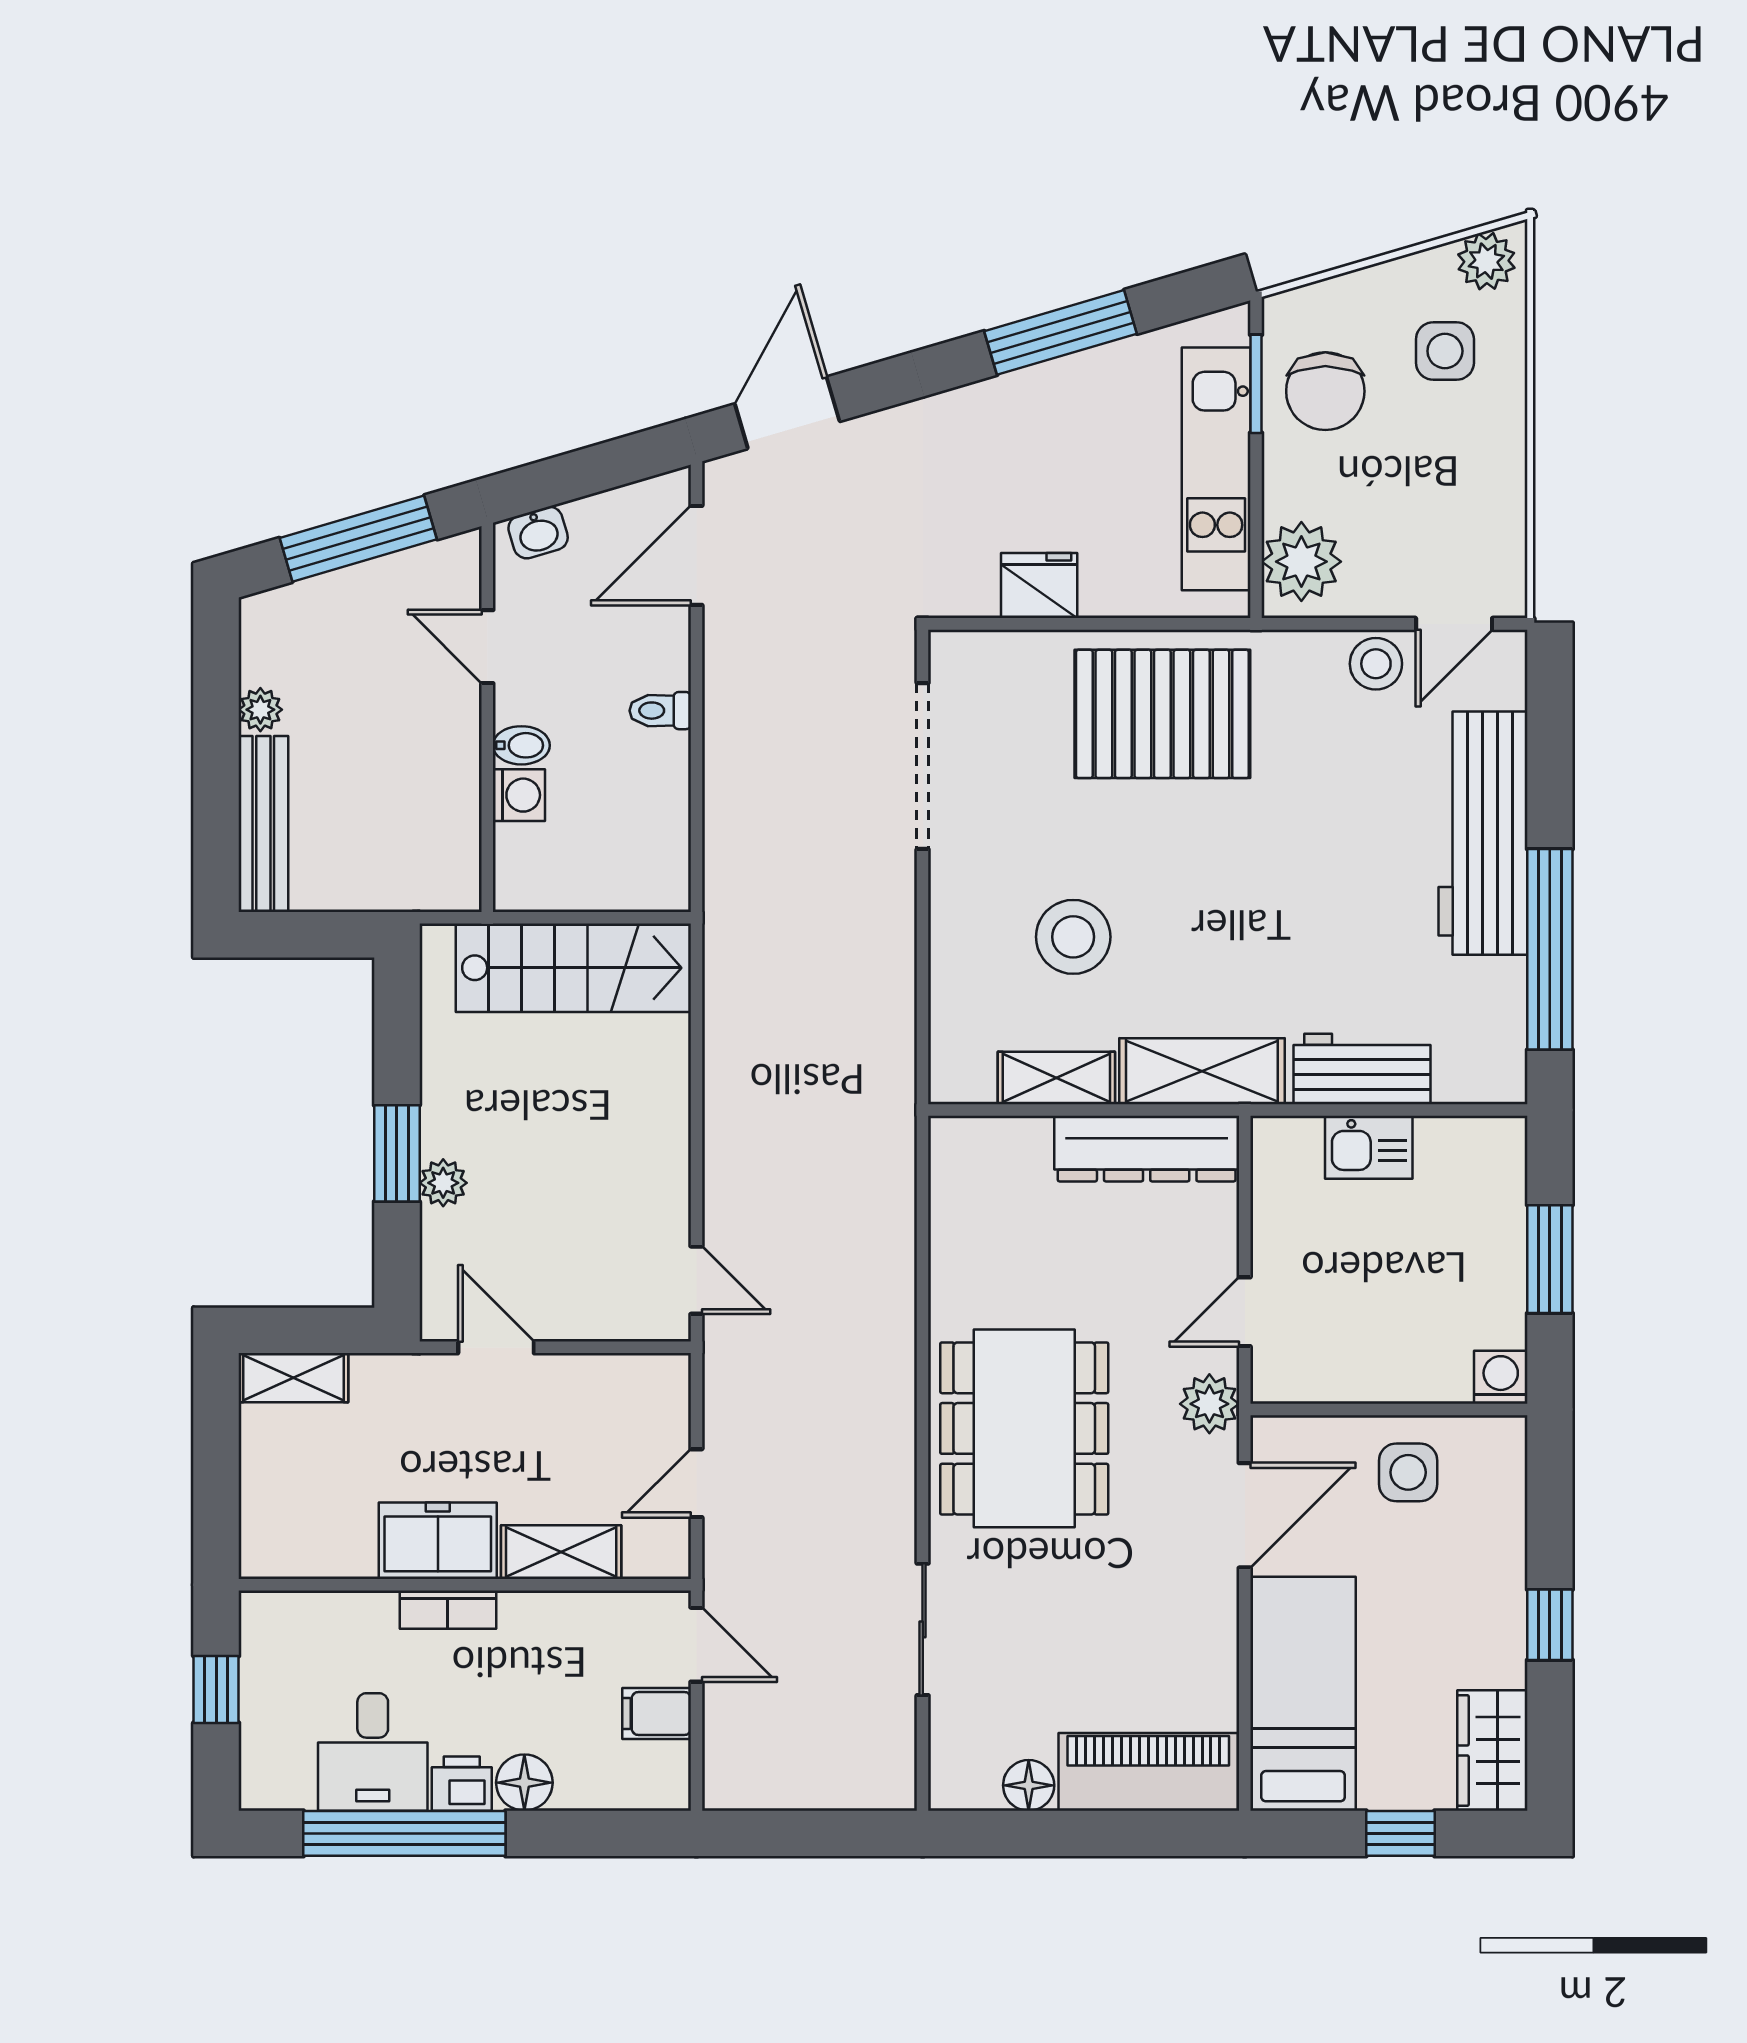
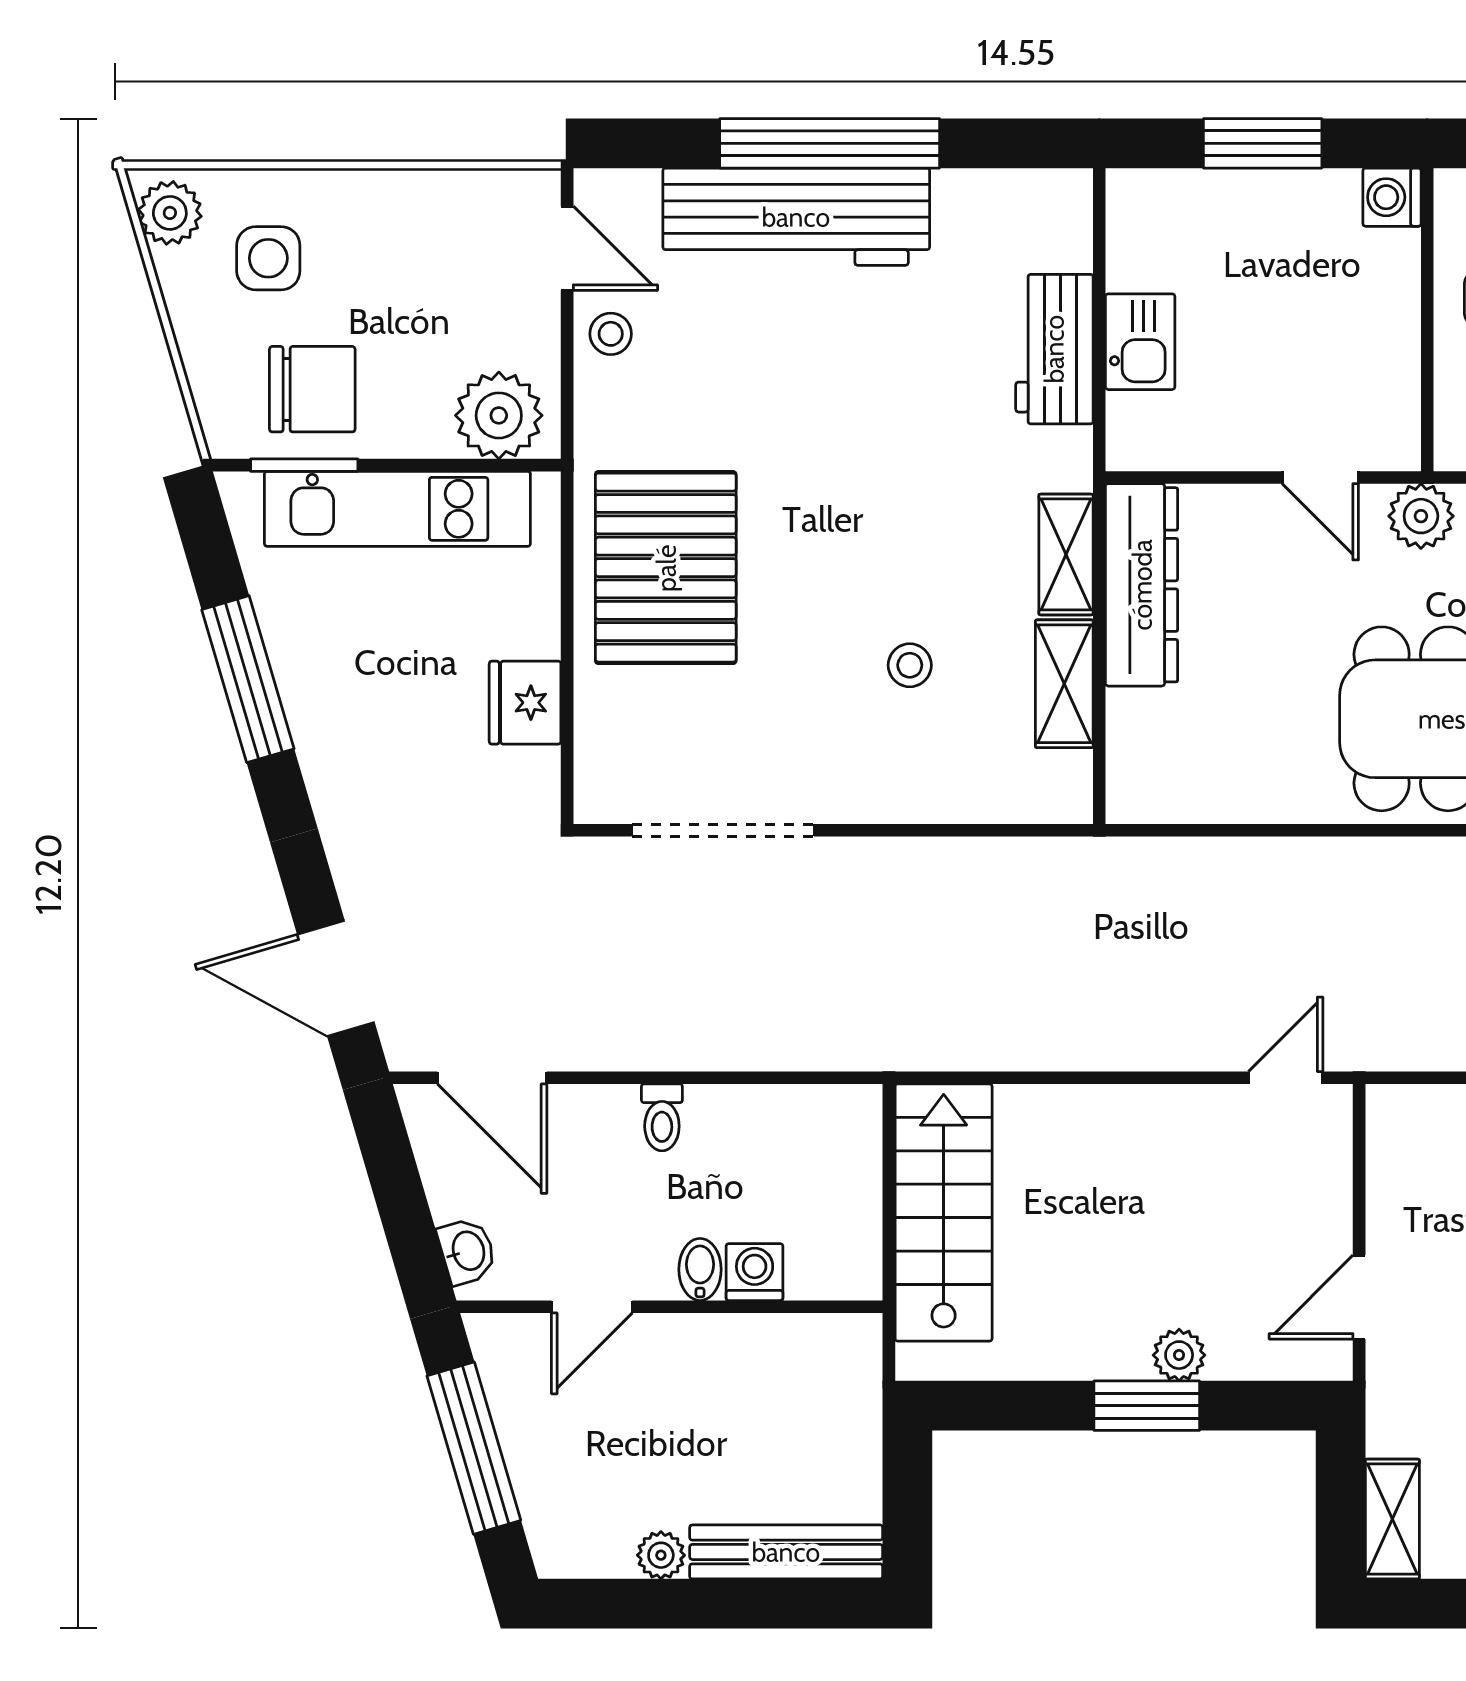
stool: (1376, 664) -> (611, 334), width x0.73, depth x0.73
stool: (1073, 937) -> (910, 665), width x0.53, depth x0.53
window: (1550, 949) -> (830, 143), moved
shelving: (1202, 1071) -> (1066, 554), width x0.67, depth x0.75

